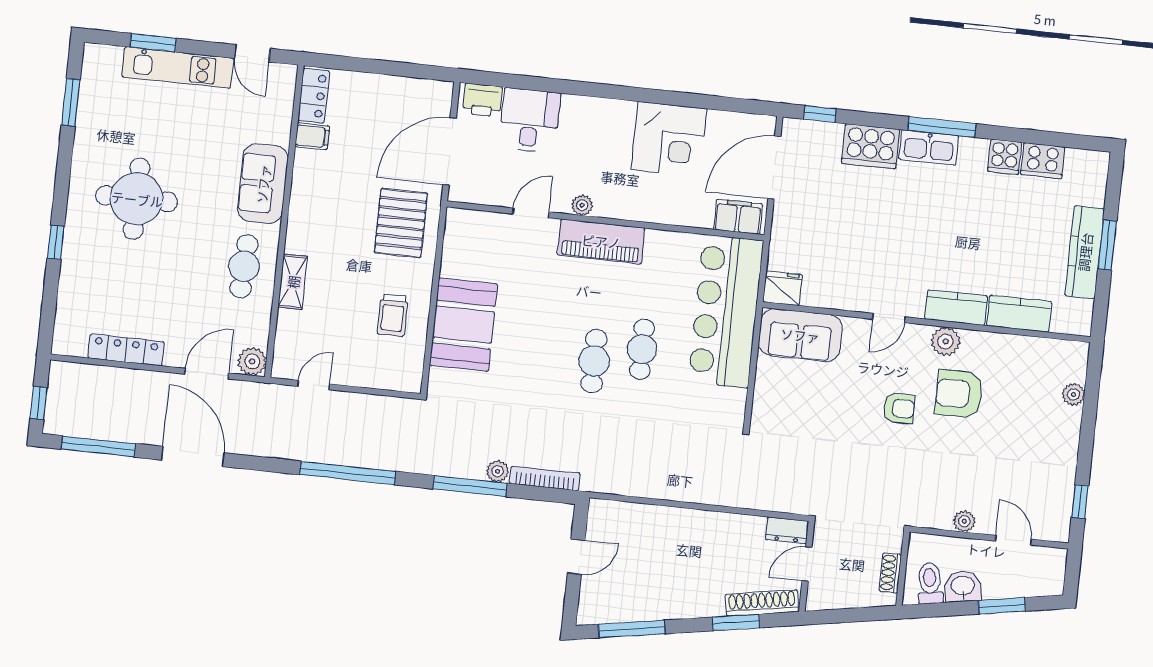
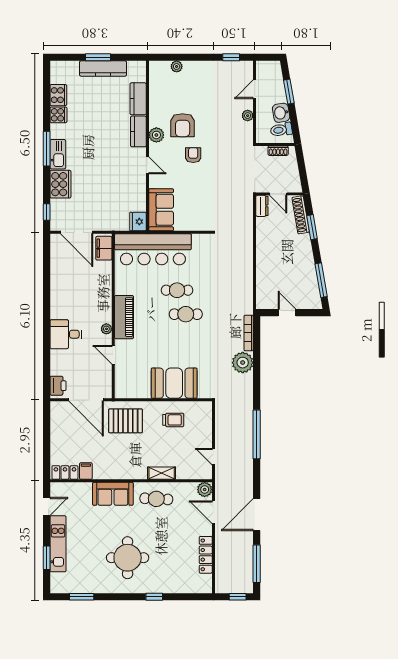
desk: (530, 120) -> (66, 334), moved
corner desk: (669, 139) -> (68, 288), removed
plant: (498, 471) -> (243, 363), width x1.87, depth x1.87
window: (470, 486) -> (257, 371), removed

